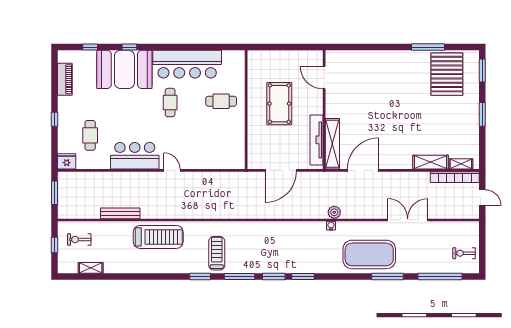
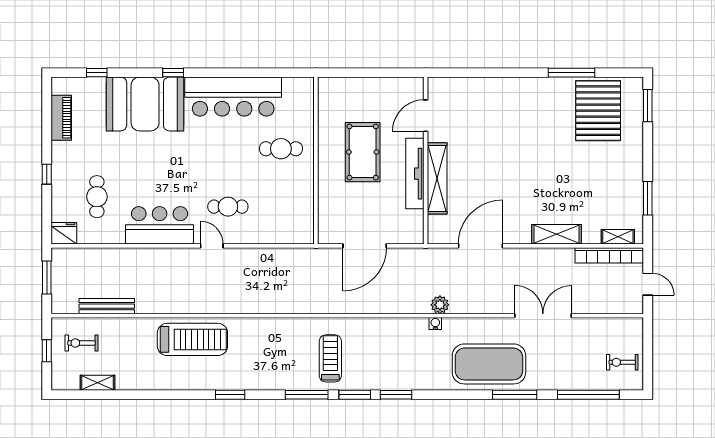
window: (129, 47) -> (173, 73), moved
door: (324, 78) -> (426, 116), hinge flipped
cafe table: (170, 103) -> (228, 207), moved, turned 90
window: (482, 114) -> (648, 198), moved
tv unit: (316, 140) -> (415, 174), moved
shelving: (332, 144) -> (437, 178), moved
shelving: (431, 162) -> (557, 234), moved
bench: (120, 213) -> (107, 306), moved
treadmill: (217, 253) -> (330, 358), moved
window: (200, 276) -> (230, 395), moved

